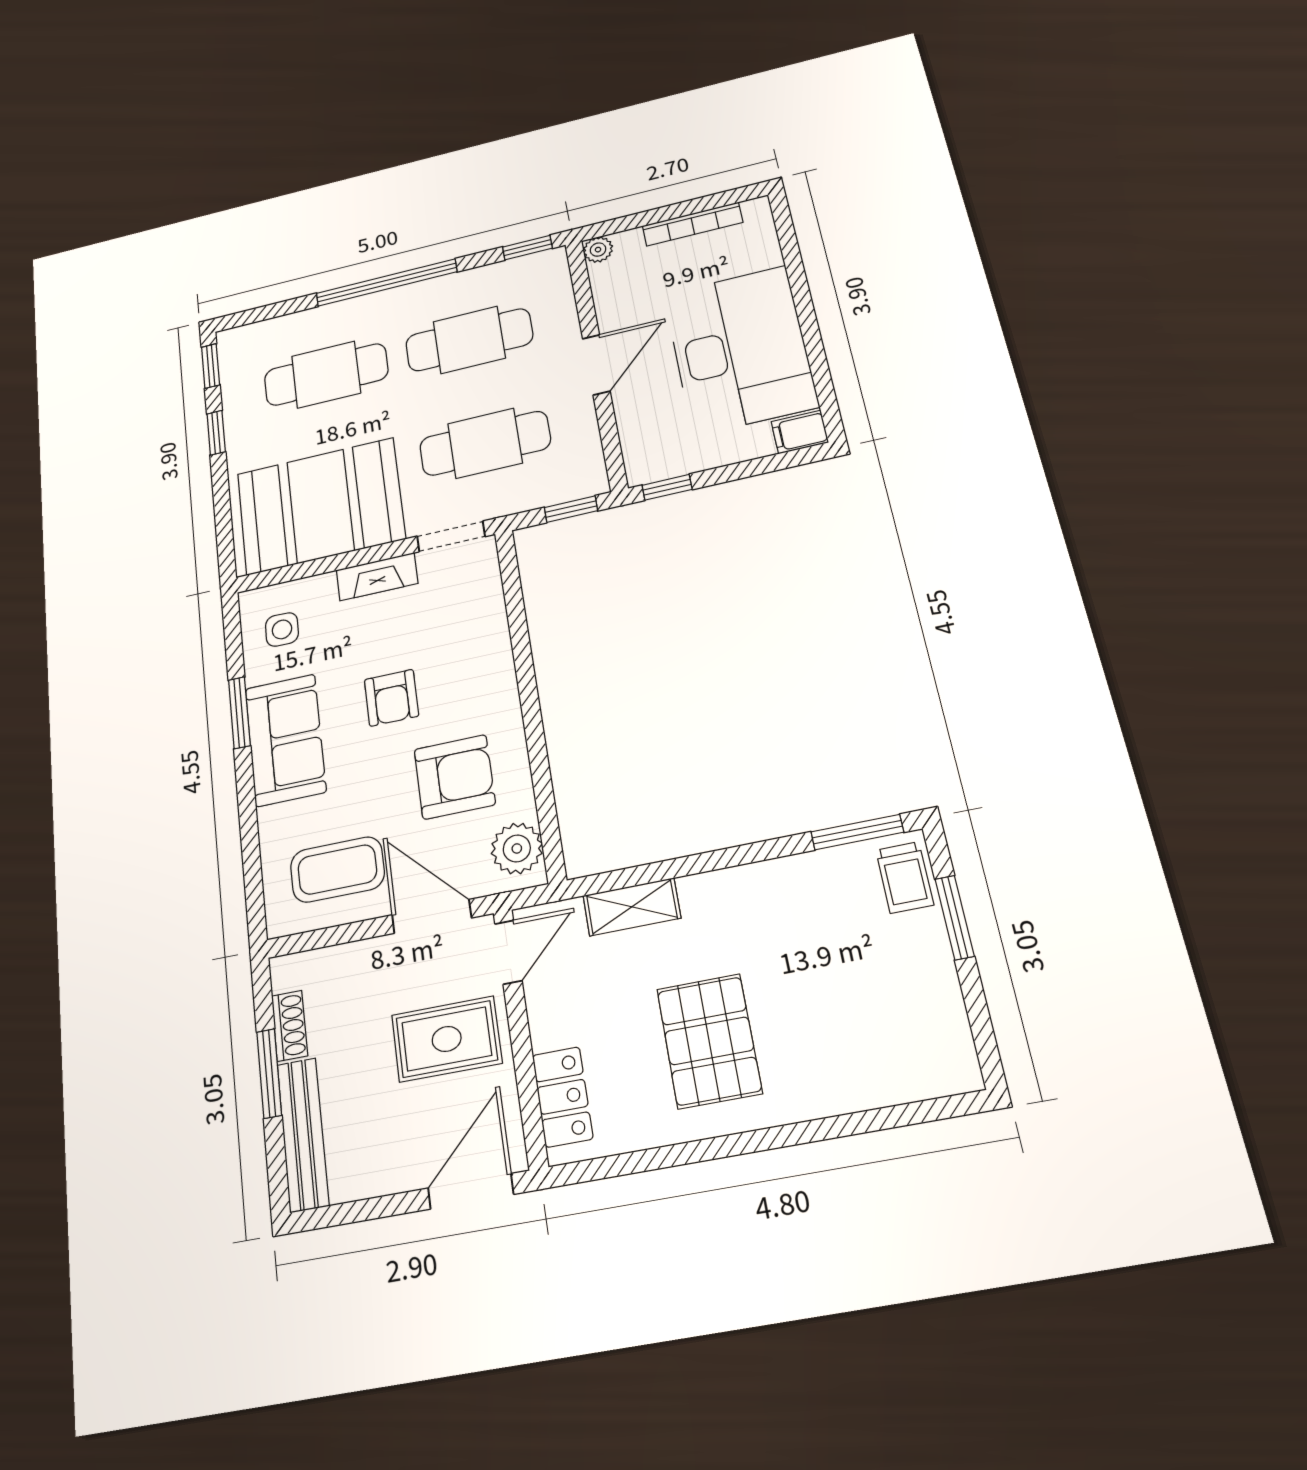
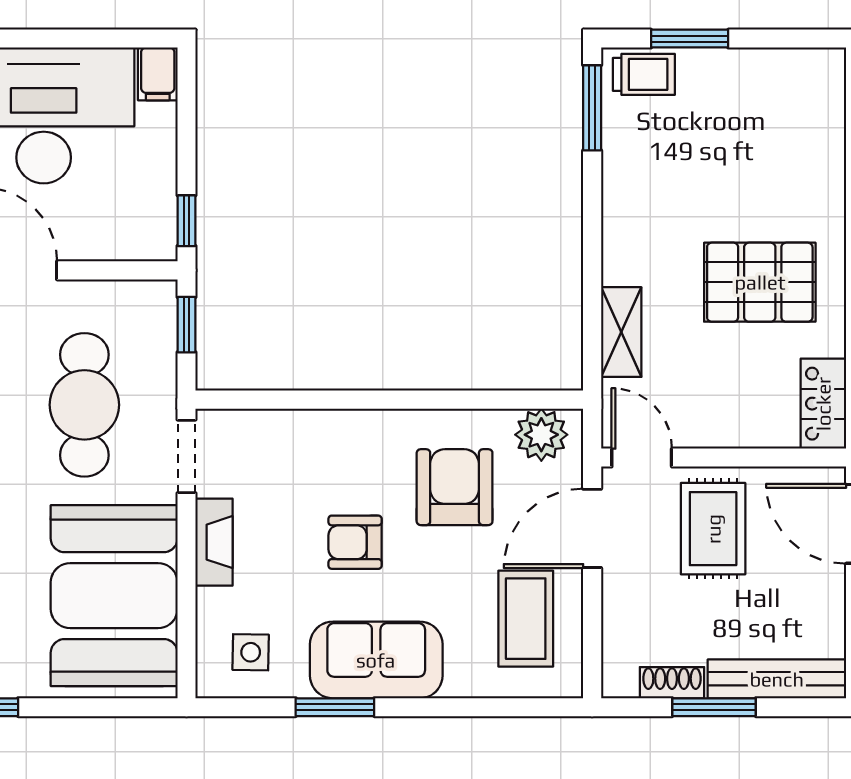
armchair: (391, 698) -> (355, 542), turned 180
locker: (563, 1097) -> (823, 404), moved, turned -90

